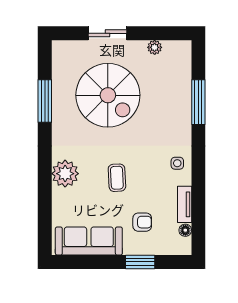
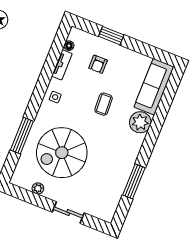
spiral stairs: (108, 95) -> (62, 153), moved, turned -90
armchair: (142, 222) -> (98, 64), turned -90
sofa: (89, 241) -> (154, 87), moved, turned 90

